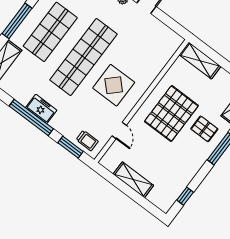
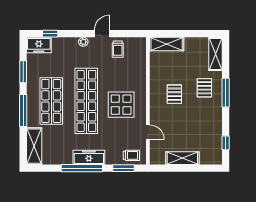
trolley: (150, 30) -> (118, 49), added
freezer: (41, 109) -> (89, 157), width x1.40
pallet: (171, 113) -> (174, 94), width x0.49, depth x0.50
pallet: (204, 129) -> (204, 88), turned 90

